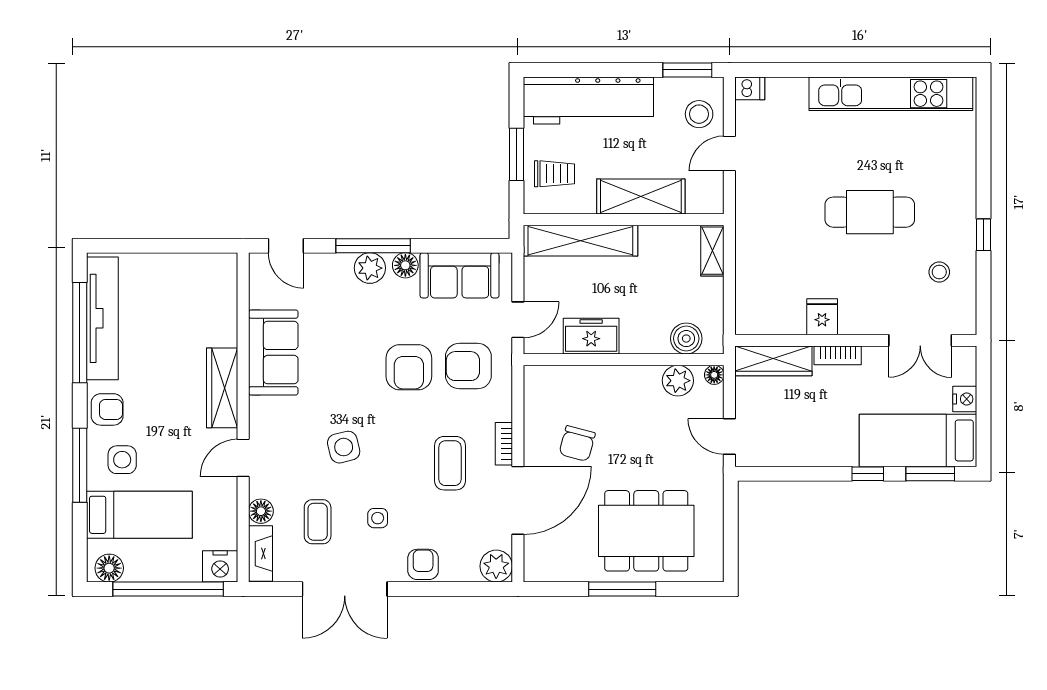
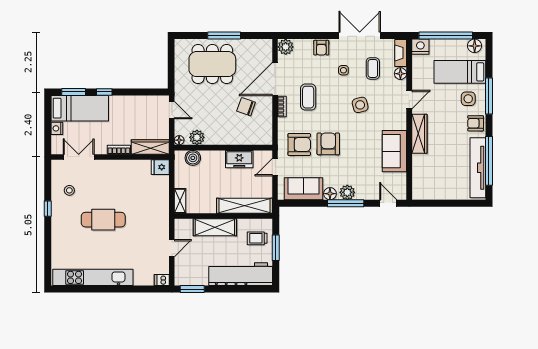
stool: (699, 114) -> (187, 267), removed
fridge: (822, 317) -> (160, 167), moved, turned 90
chair: (577, 443) -> (246, 107), turned -86

